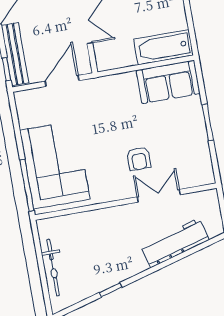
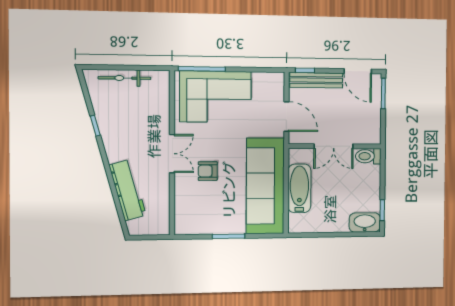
bathtub: (164, 47) -> (299, 188), moved
sofa: (168, 82) -> (265, 186), width x1.85, depth x1.27
double door: (159, 196) -> (172, 154), moved

